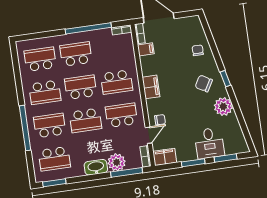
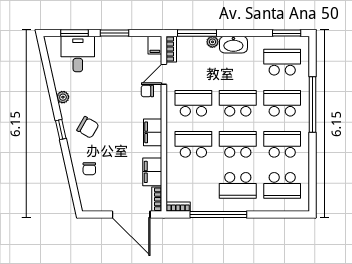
filing cabinet: (146, 49) -> (152, 172), width x2.00
school desk: (81, 87) -> (238, 144), turned 180
plant: (223, 107) -> (63, 97), width x0.53, depth x0.53
school desk: (121, 115) -> (193, 103), turned 180
school desk: (50, 126) -> (282, 103), turned 180
desk: (209, 143) -> (78, 54), moved
filing cabinet: (165, 157) -> (155, 45), width x0.50
plant: (117, 162) -> (212, 42), width x0.53, depth x0.53

